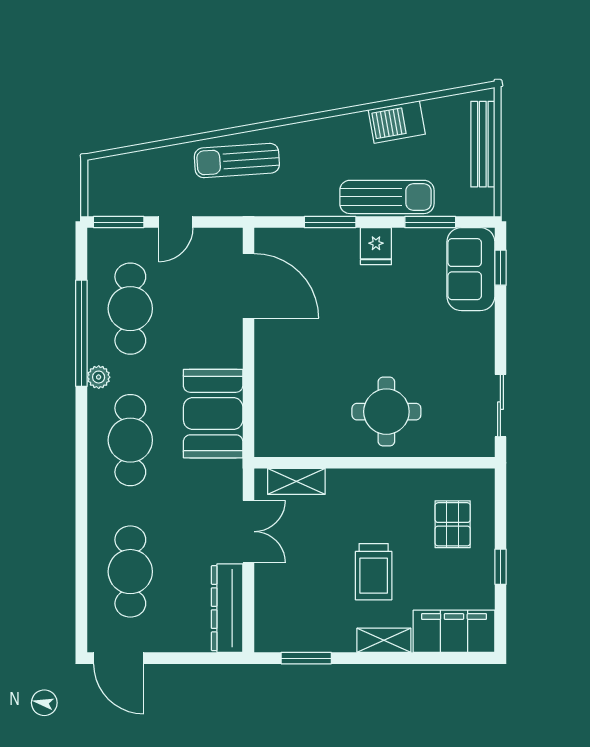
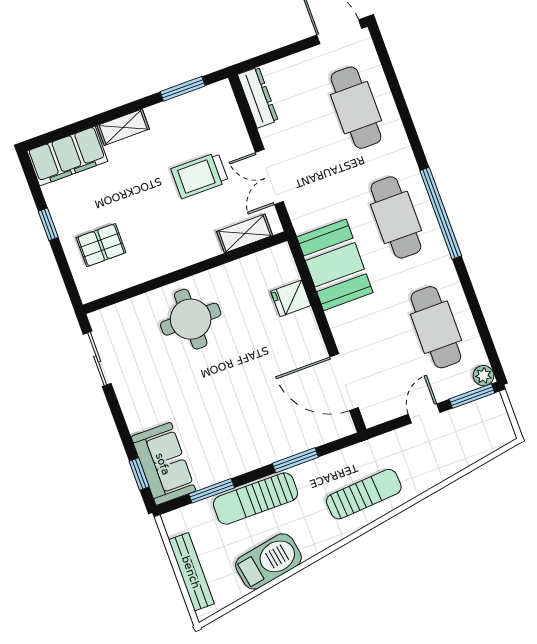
barbecue: (397, 122) -> (268, 561), width x1.37, depth x1.21
sun lounger: (237, 161) -> (364, 494), moved
fridge: (376, 246) -> (291, 298), moved, turned -90
window: (81, 333) -> (441, 213), moved
plant: (99, 377) -> (484, 376), moved
pallet: (453, 524) -> (101, 245), turned 90
trolley: (374, 572) -> (200, 175), moved, turned -90
dresser: (227, 608) -> (258, 98), width x0.73, depth x0.80

